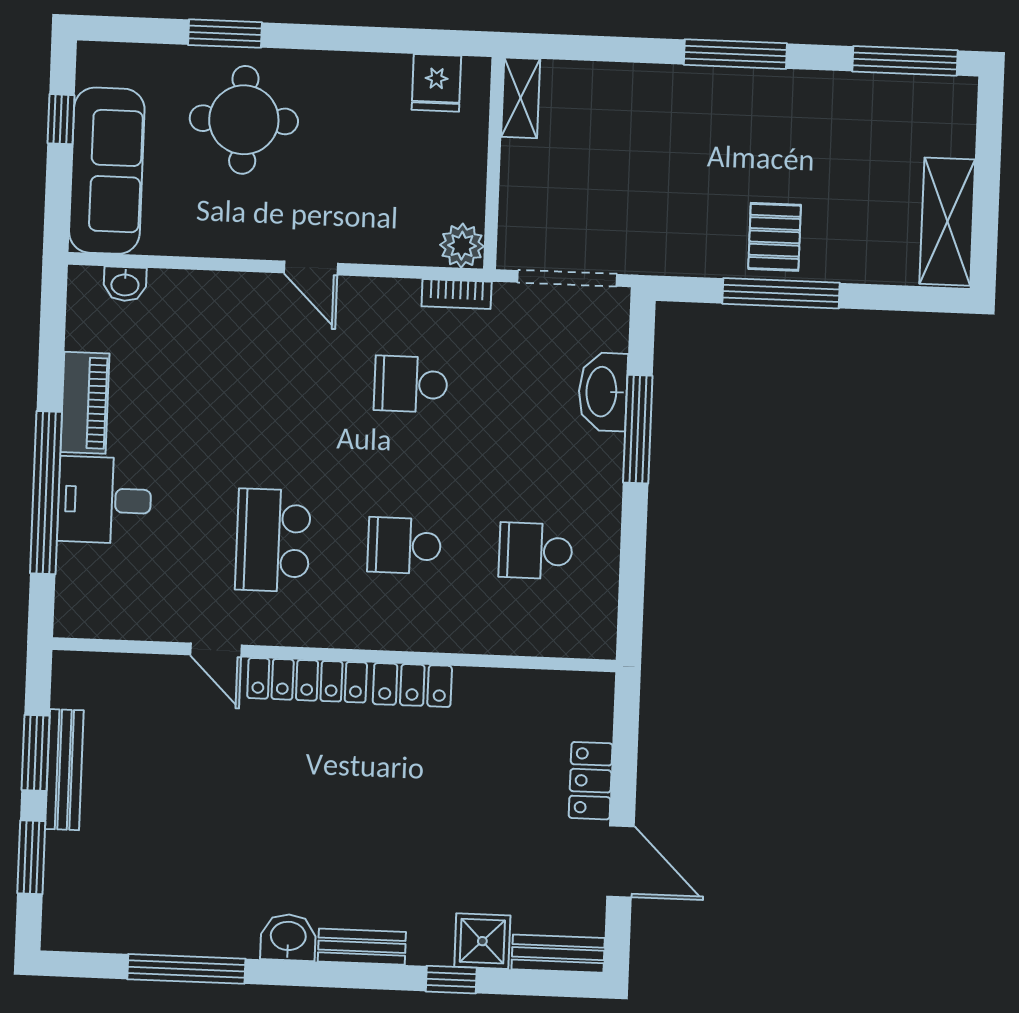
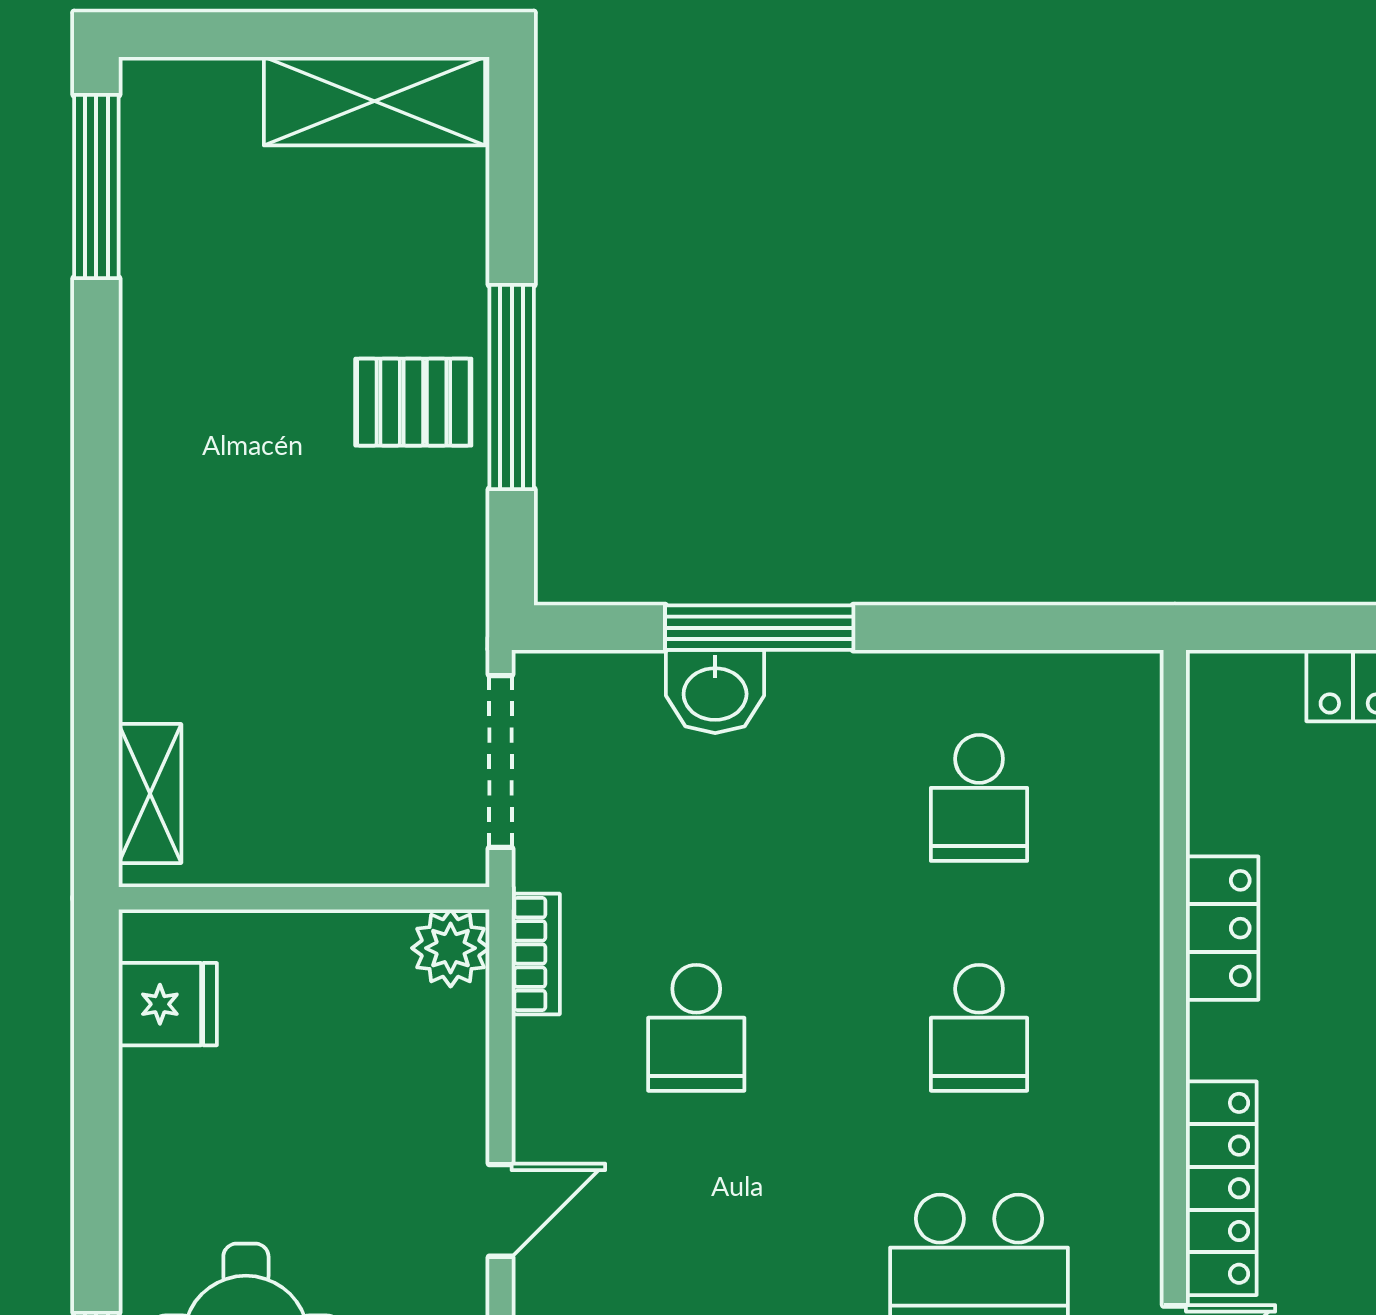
window: (735, 54) -> (96, 483), removed
shelving: (521, 98) -> (150, 793), moved, turned 90
washbasin: (603, 392) -> (715, 692), width x0.72
locker: (412, 685) -> (1222, 928), moved

